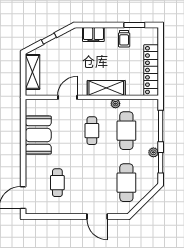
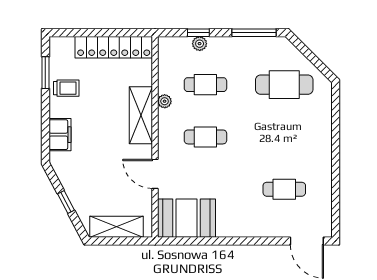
window: (161, 126) -> (198, 33), width x0.46
cafe table: (126, 131) -> (205, 85), width x0.73, depth x0.74
booth: (38, 135) -> (186, 218), moved
plant: (153, 152) -> (200, 44), moved
window: (161, 163) -> (254, 33), width x1.44
door: (97, 217) -> (336, 129), removed

